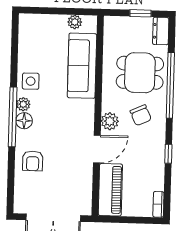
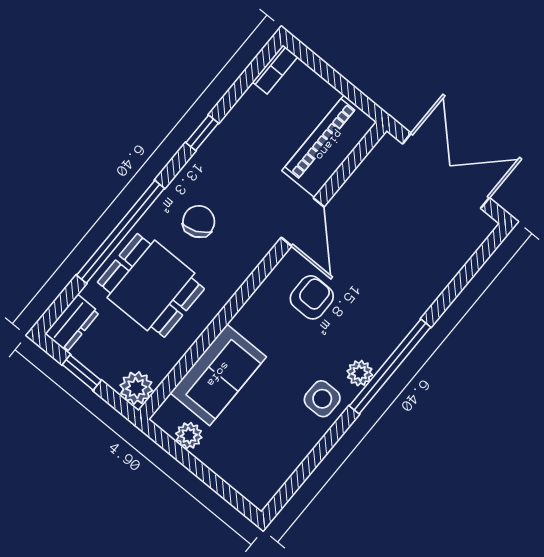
sofa: (82, 66) -> (218, 375), width x0.73
floor lamp: (24, 121) -> (377, 348), removed
plant: (110, 121) -> (136, 388), moved
door: (97, 149) -> (303, 222), swing flipped
armchair: (33, 161) -> (312, 297), moved

